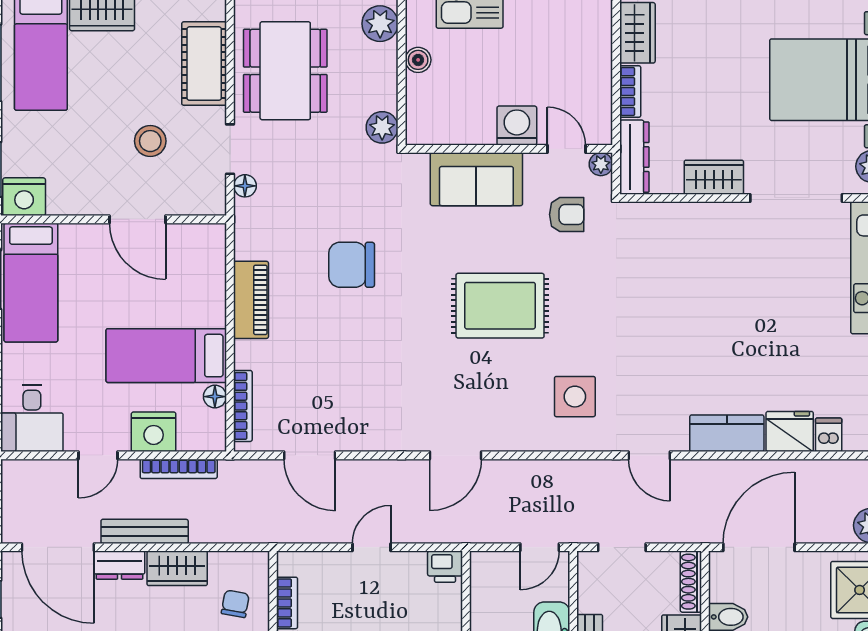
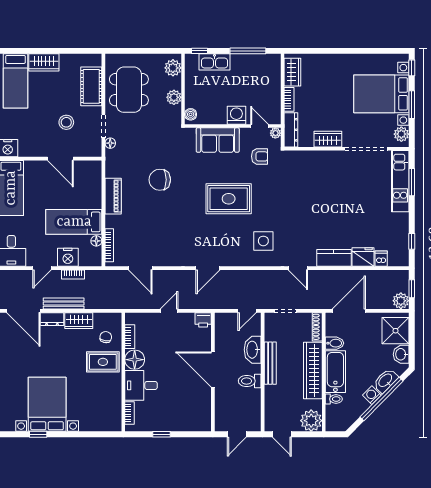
boiler: (418, 60) -> (191, 114), moved
plant: (382, 127) -> (174, 97), moved
bookcase: (179, 469) -> (73, 274), width x0.64

